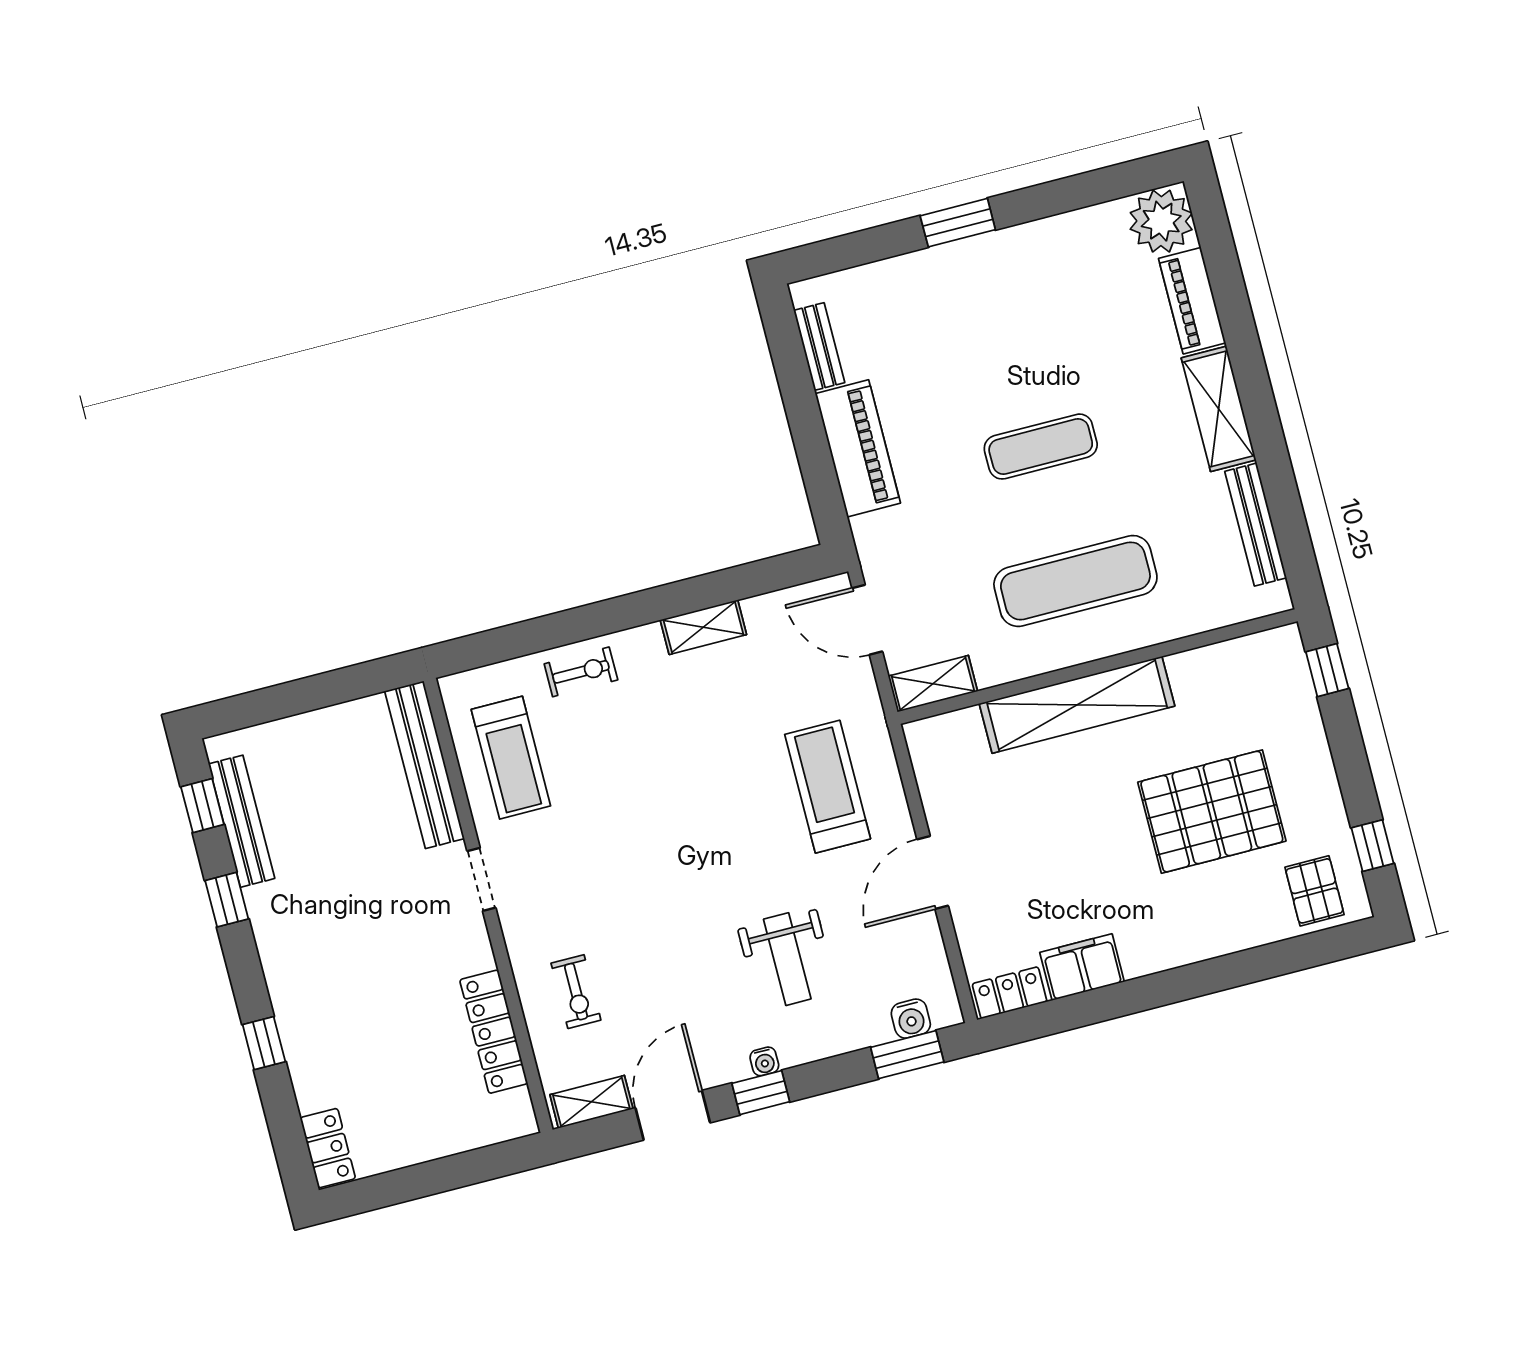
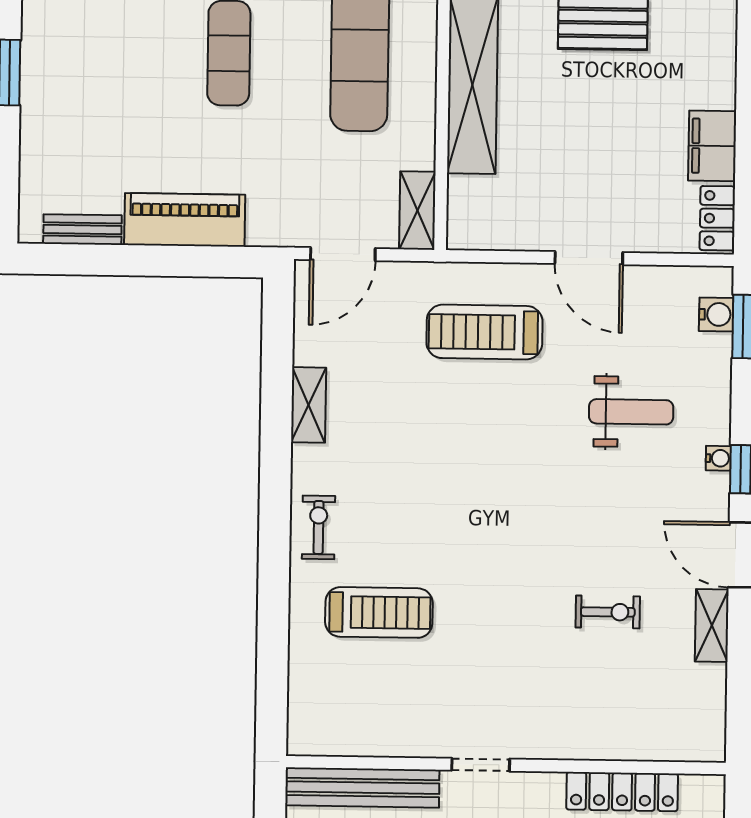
bench: (425, 765) -> (362, 788), moved
doorway: (481, 879) -> (481, 765), moved
wall: (488, 905) -> (506, 765), moved
locker: (494, 1032) -> (622, 792), moved

